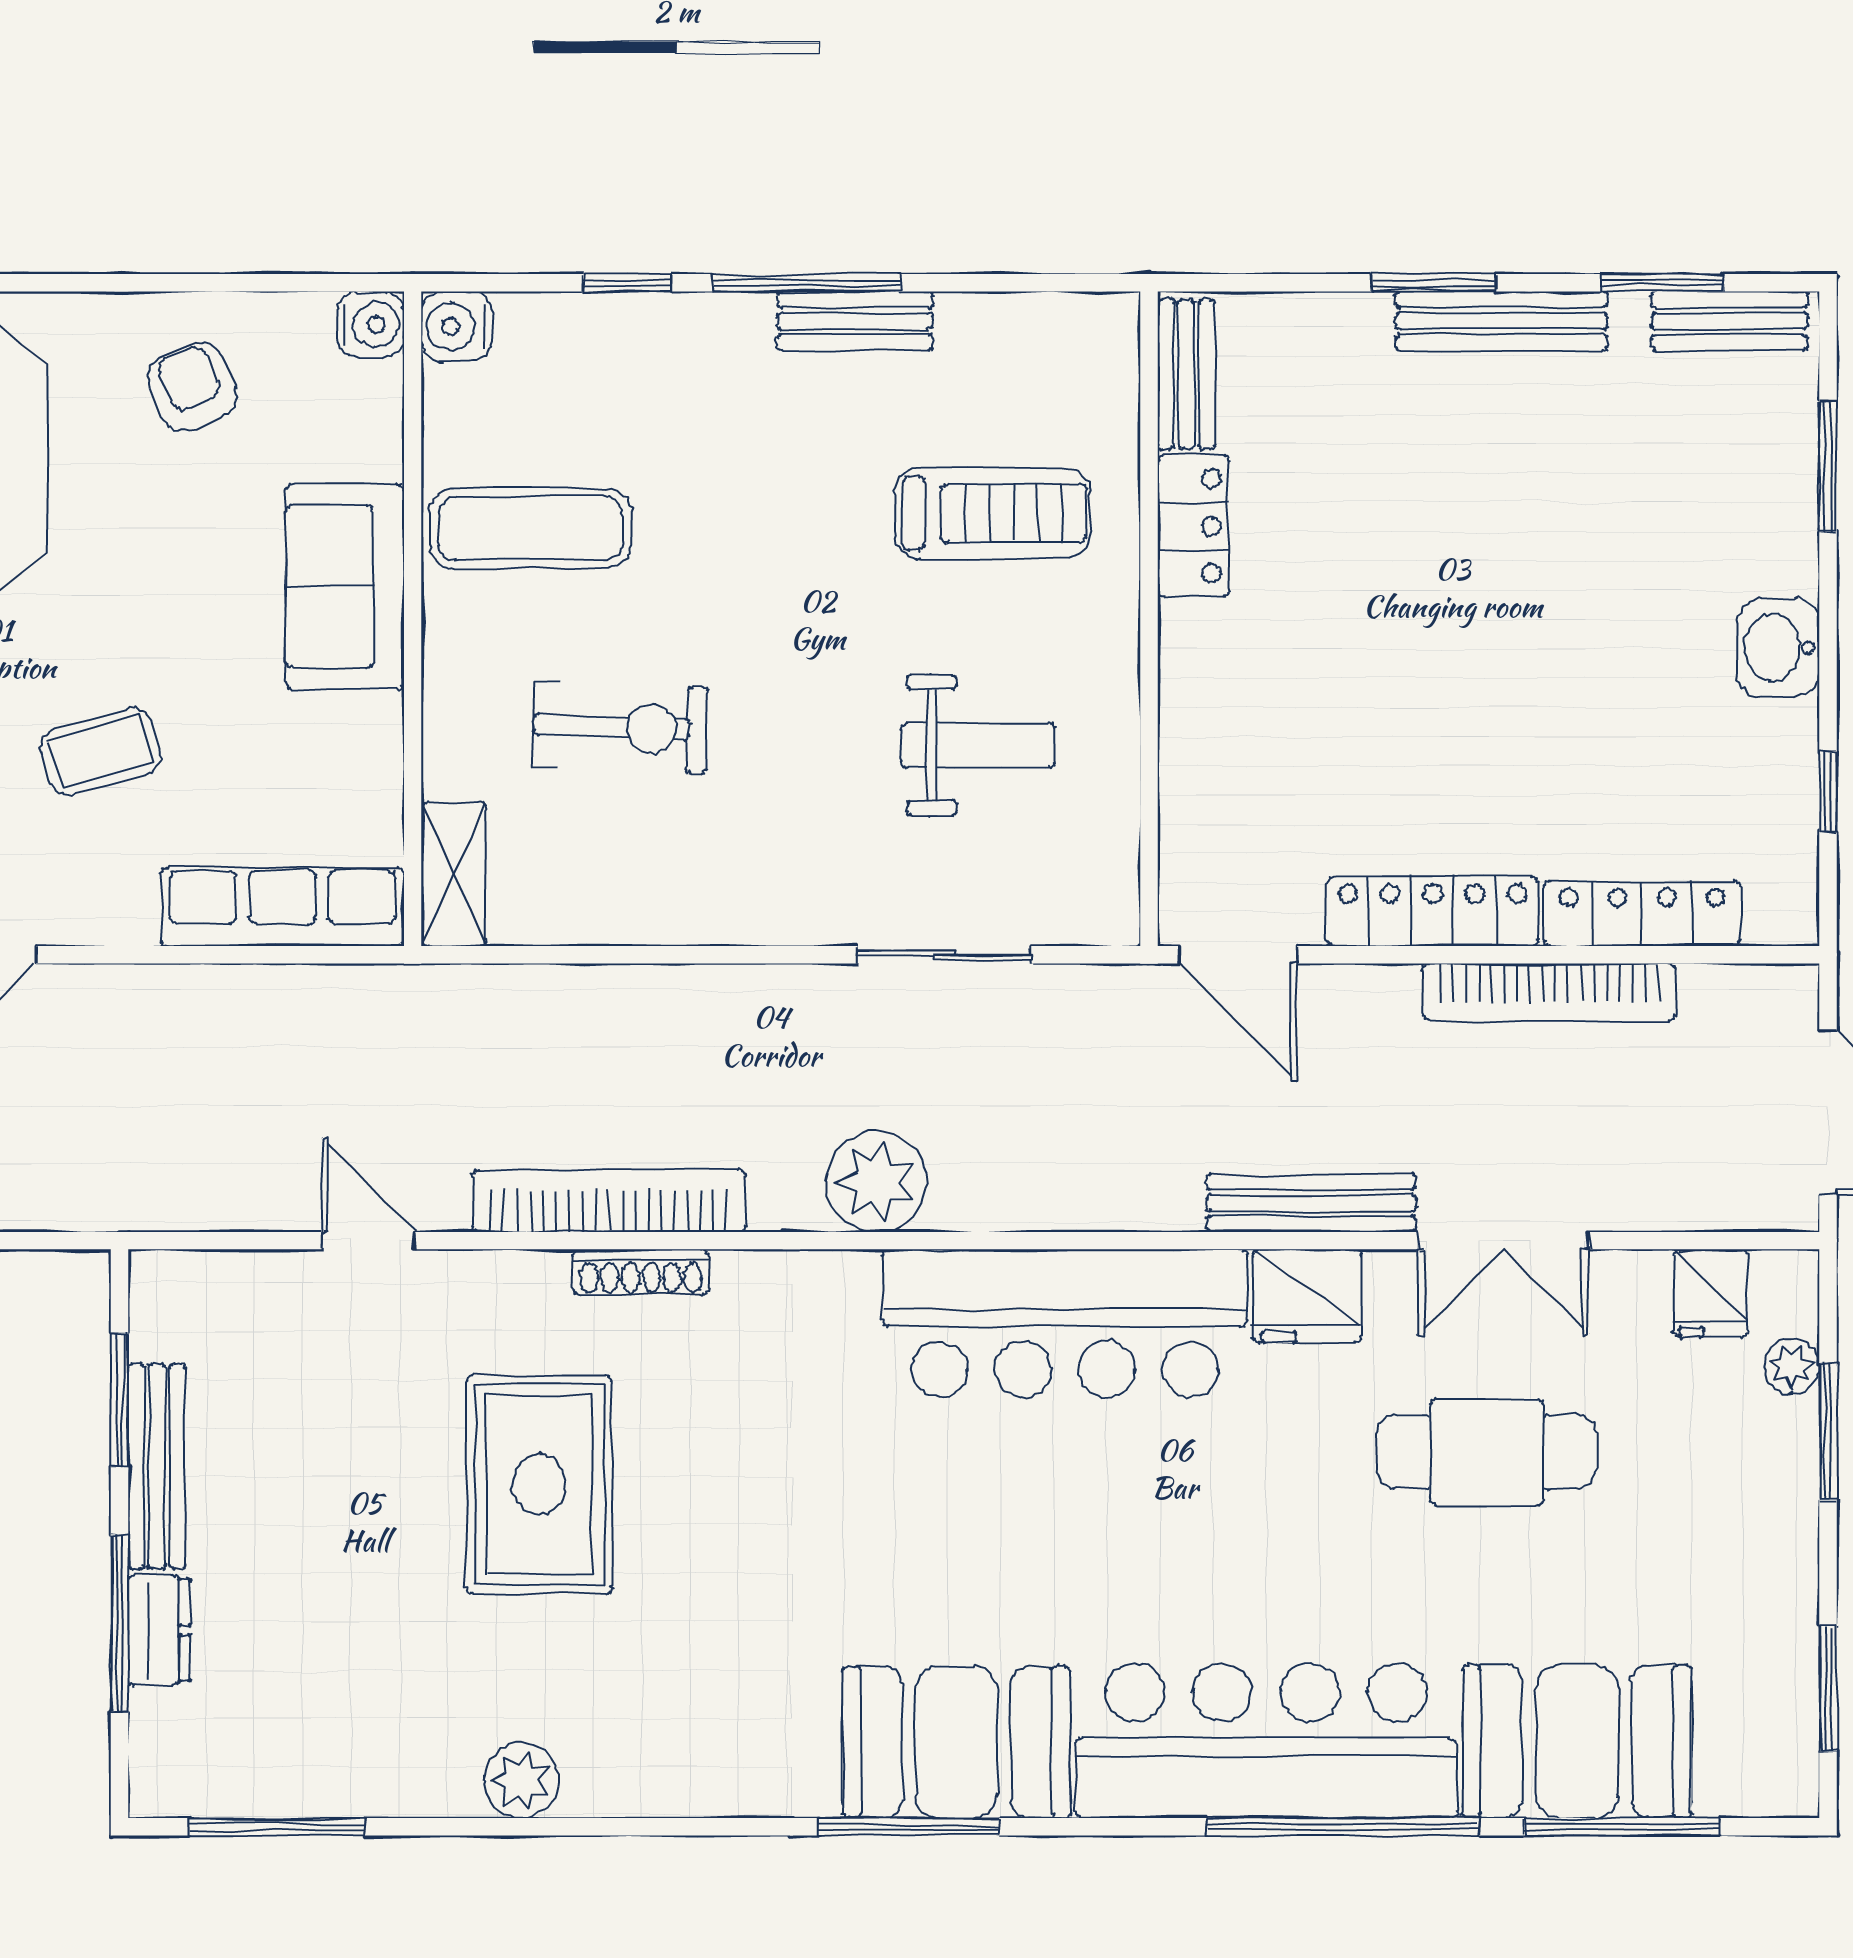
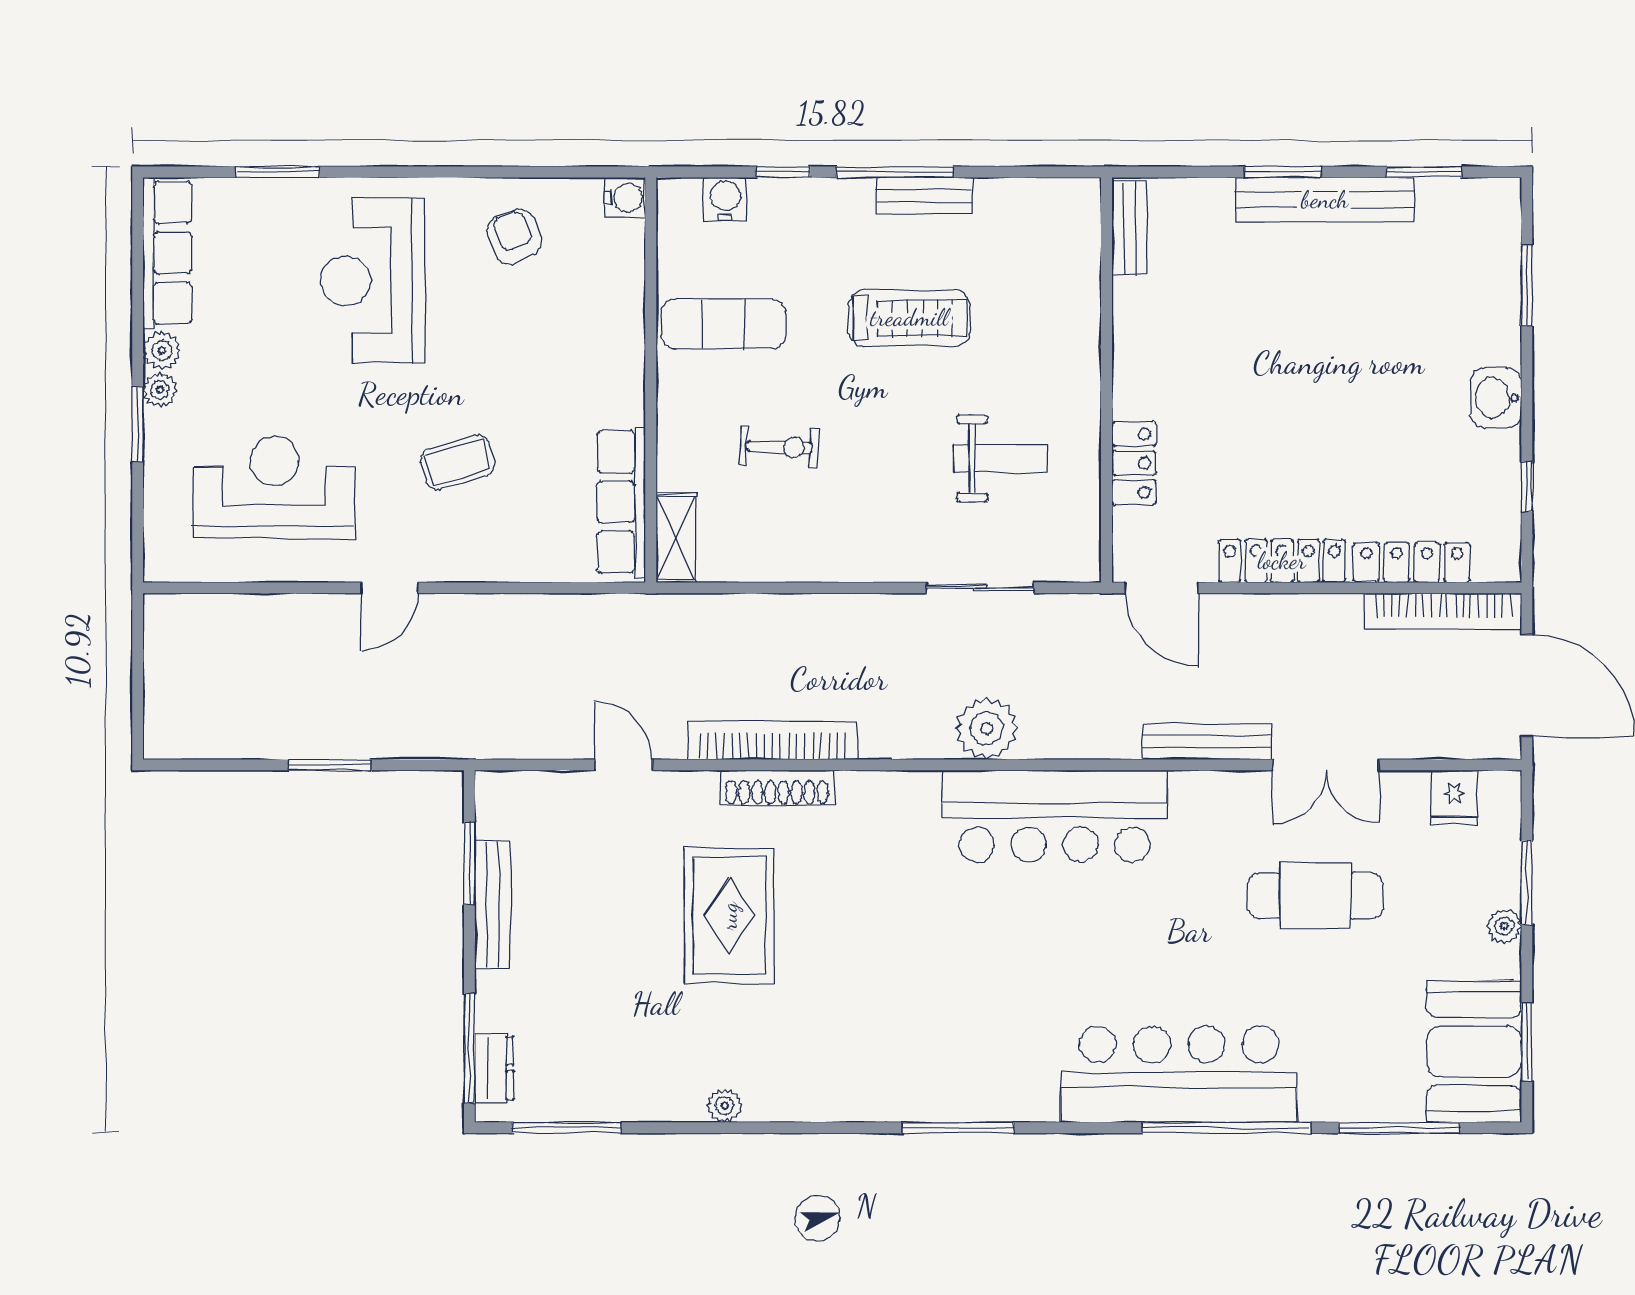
bench: (1501, 321) -> (1325, 200), width x1.37, depth x1.21
bench: (1730, 321) -> (1466, 196), removed
water cooler: (456, 327) -> (725, 199), moved, turned 90
treadmill: (992, 513) -> (909, 318), moved
locker: (1193, 526) -> (1134, 463), moved
sofa: (345, 586) -> (609, 360), removed
exercise bike: (620, 727) -> (779, 447), width x0.73, depth x0.72
row of seats: (282, 907) -> (621, 502), moved, turned -90
bookcase: (1549, 992) -> (1443, 611), moved
plant: (876, 1182) -> (987, 728), moved
shoe rack: (641, 1272) -> (777, 788), width x1.36, depth x1.24
fridge: (1307, 1296) -> (1204, 799), removed
plant: (1791, 1366) -> (1504, 926), moved
window: (120, 1623) -> (469, 1048), moved
dresser: (159, 1630) -> (494, 1068), moved
booth: (1577, 1741) -> (1474, 1052), moved, turned 90
booth: (956, 1742) -> (987, 1075), removed
plant: (522, 1781) -> (725, 1106), width x0.73, depth x0.73

